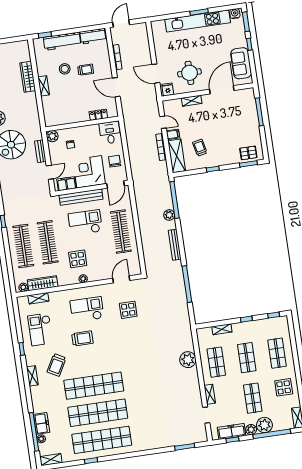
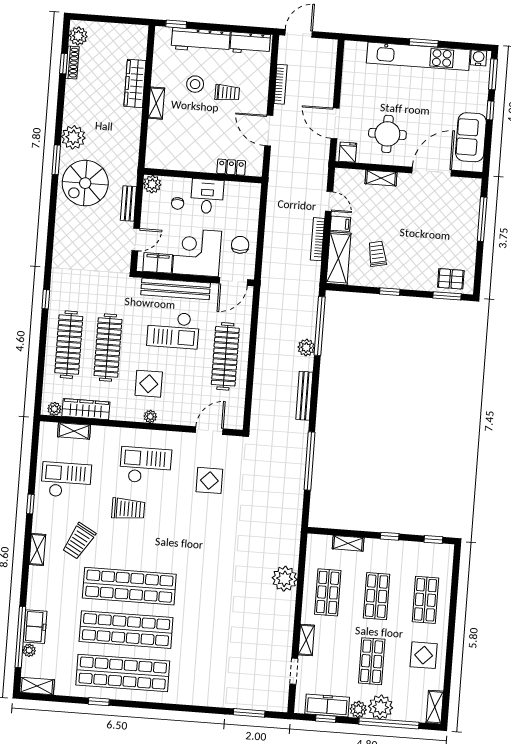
desk: (110, 133) -> (207, 196), moved
checkout: (85, 223) -> (173, 330), turned 180
checkout: (40, 329) -> (66, 480), turned 90

